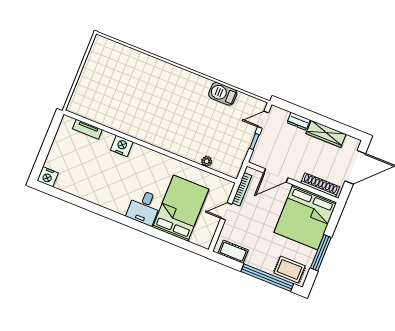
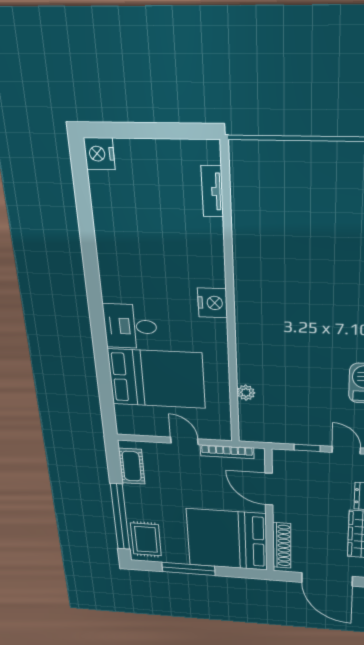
nightstand: (122, 146) -> (212, 303), moved

